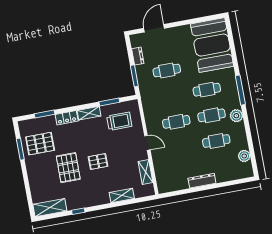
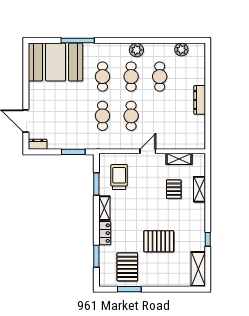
dresser: (138, 56) -> (38, 144), moved
cafe table: (167, 70) -> (103, 116), moved
window: (240, 90) -> (78, 40), moved
pallet: (98, 162) -> (174, 189), moved

